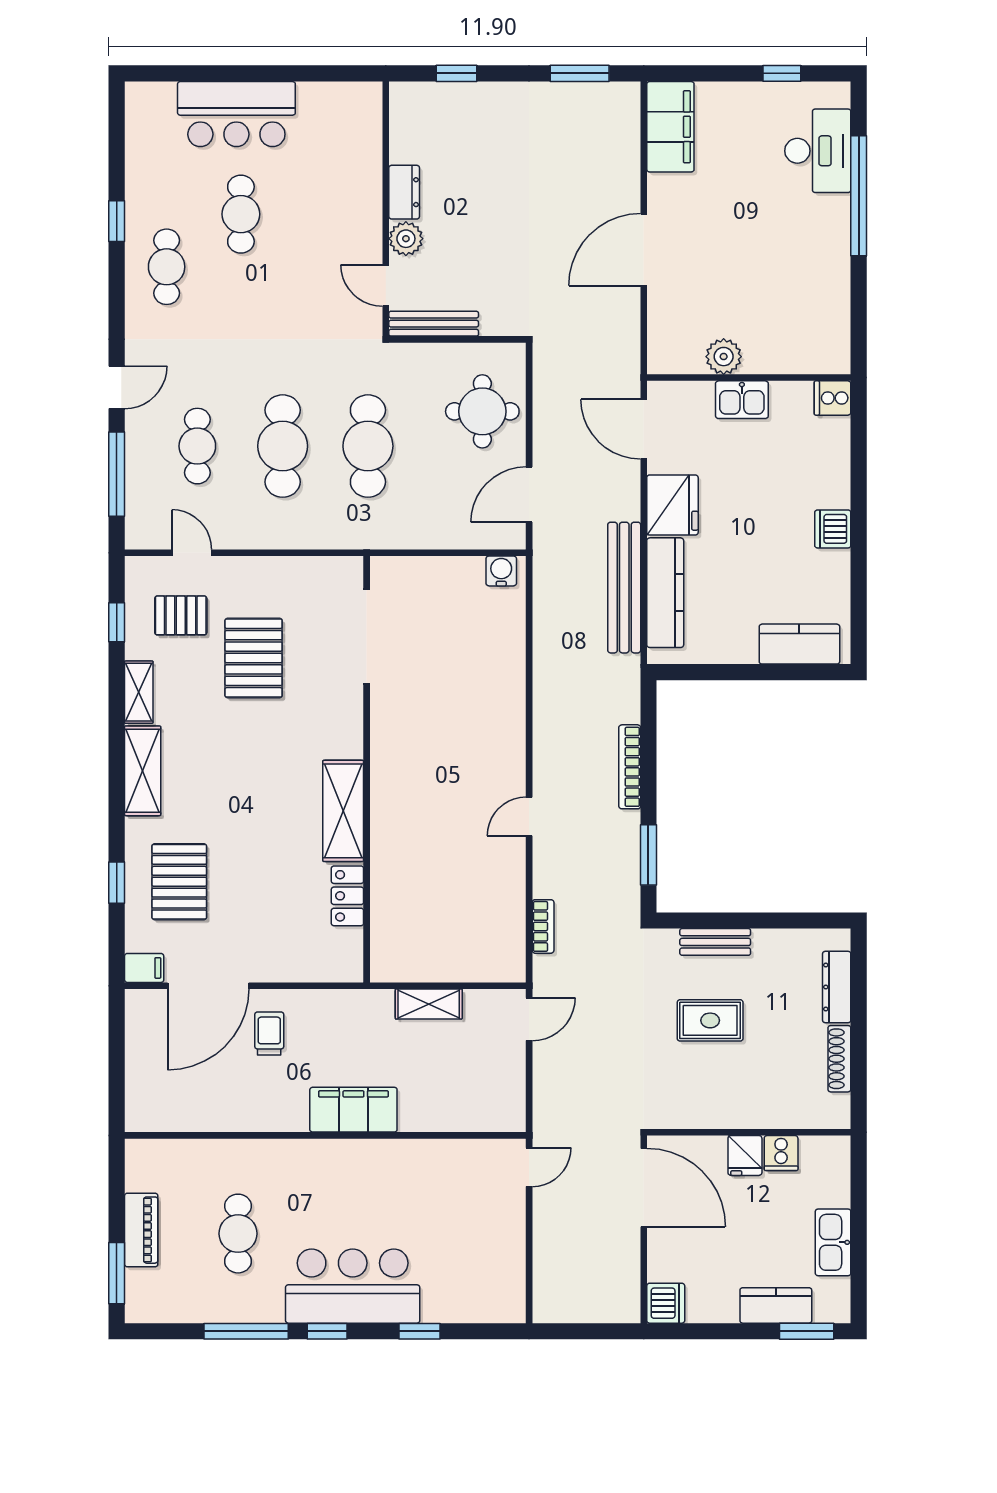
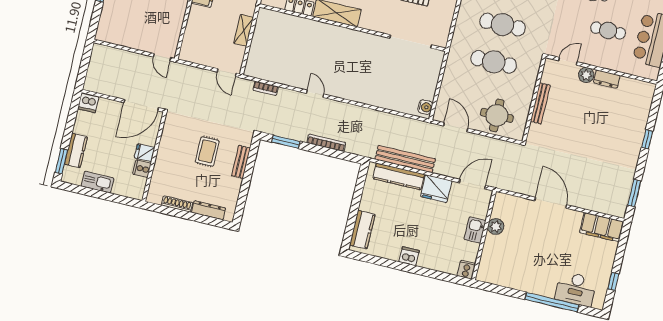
dresser: (404, 192) -> (607, 79), moved
wall: (386, 209) -> (601, 69), moved
plant: (406, 239) -> (586, 75), moved
door: (386, 286) -> (568, 61), moved

